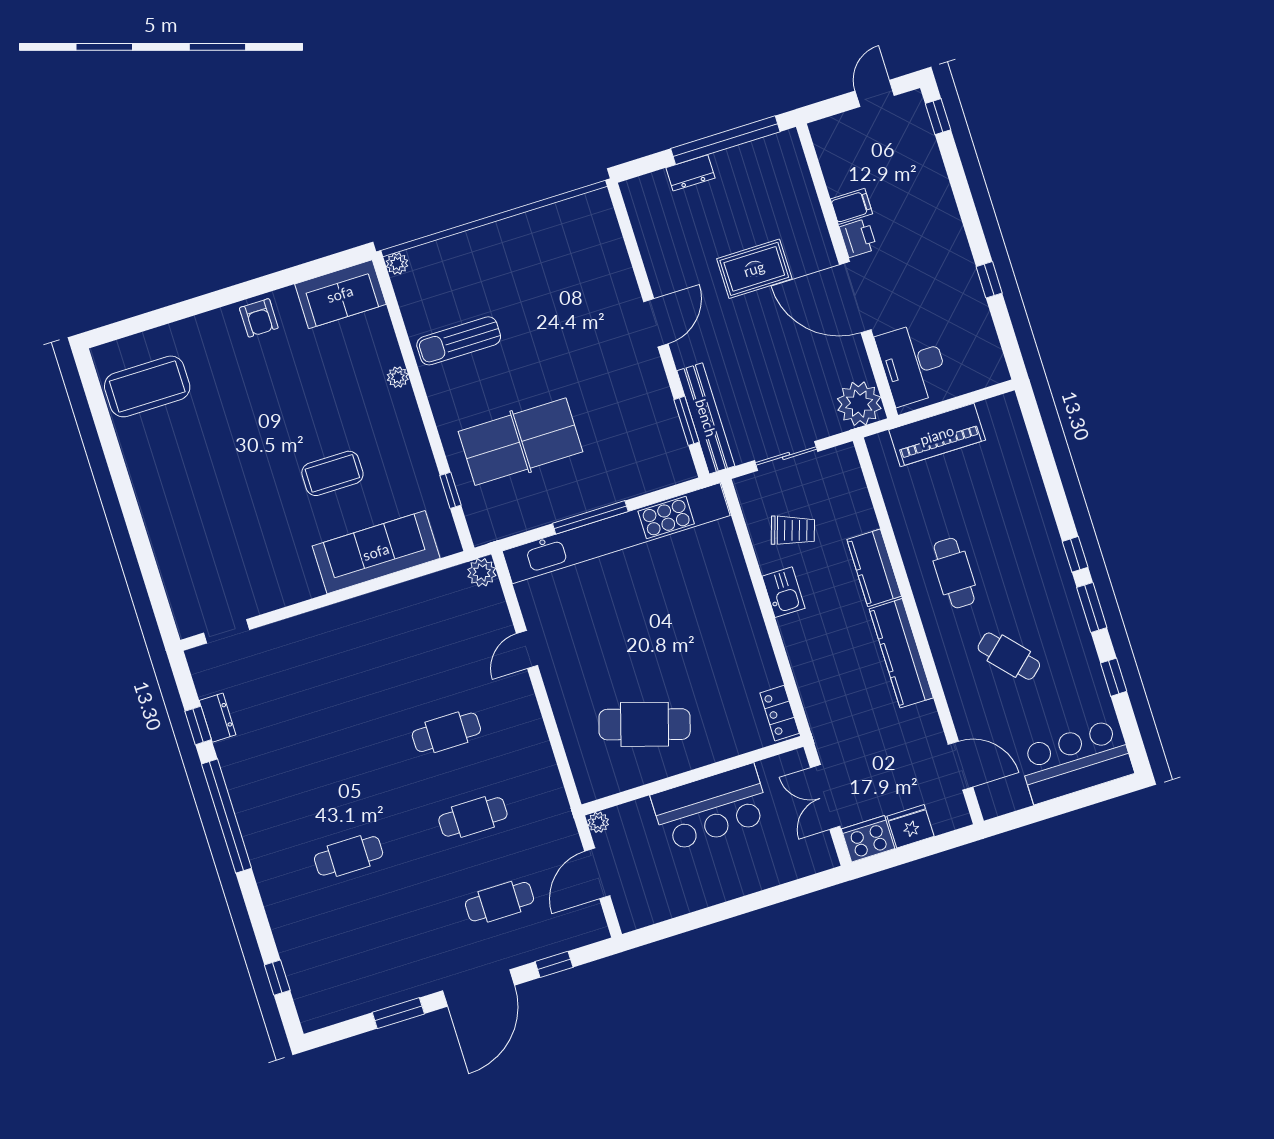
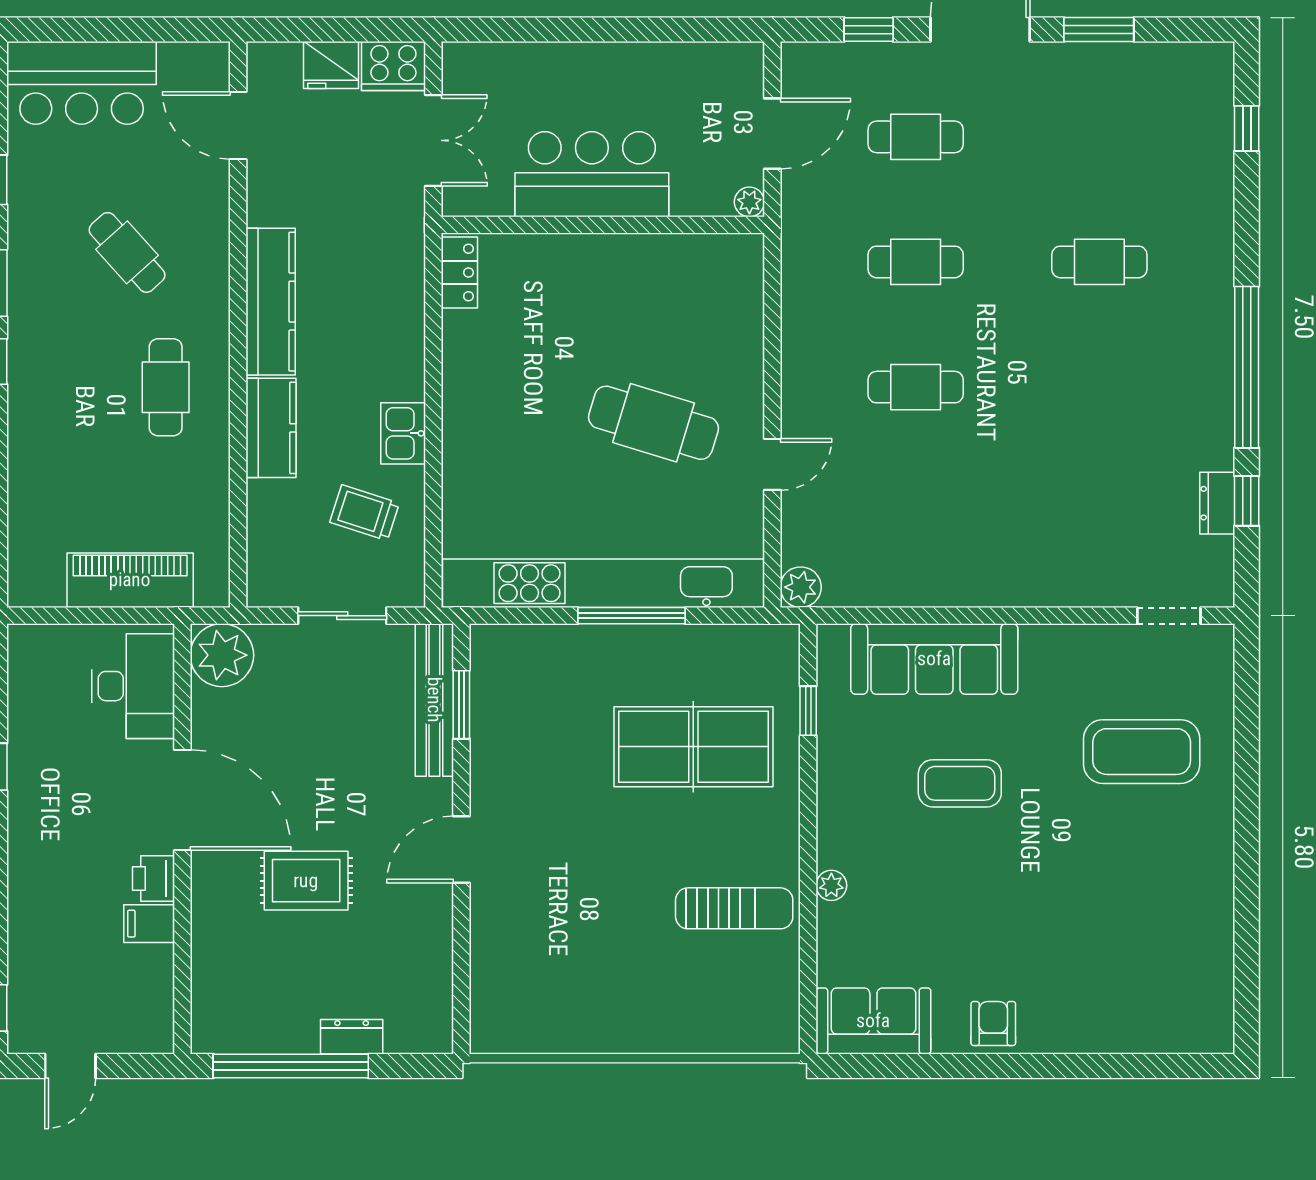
plant: (397, 264) -> (785, 1038), removed
coffee table: (147, 386) -> (1142, 752), moved
cafe table: (645, 724) -> (653, 423), moved

